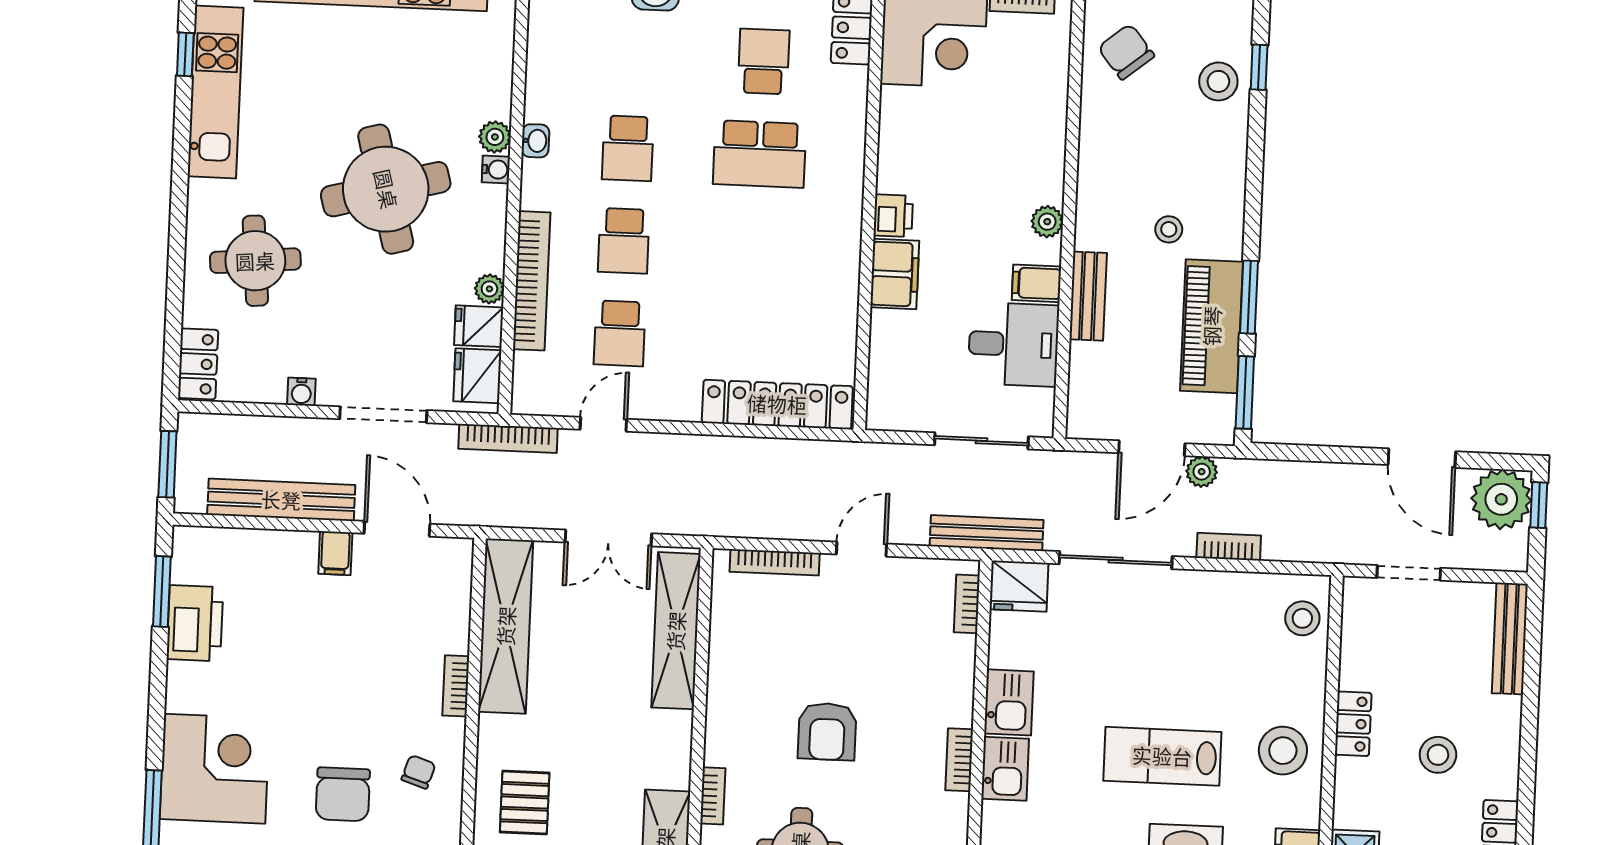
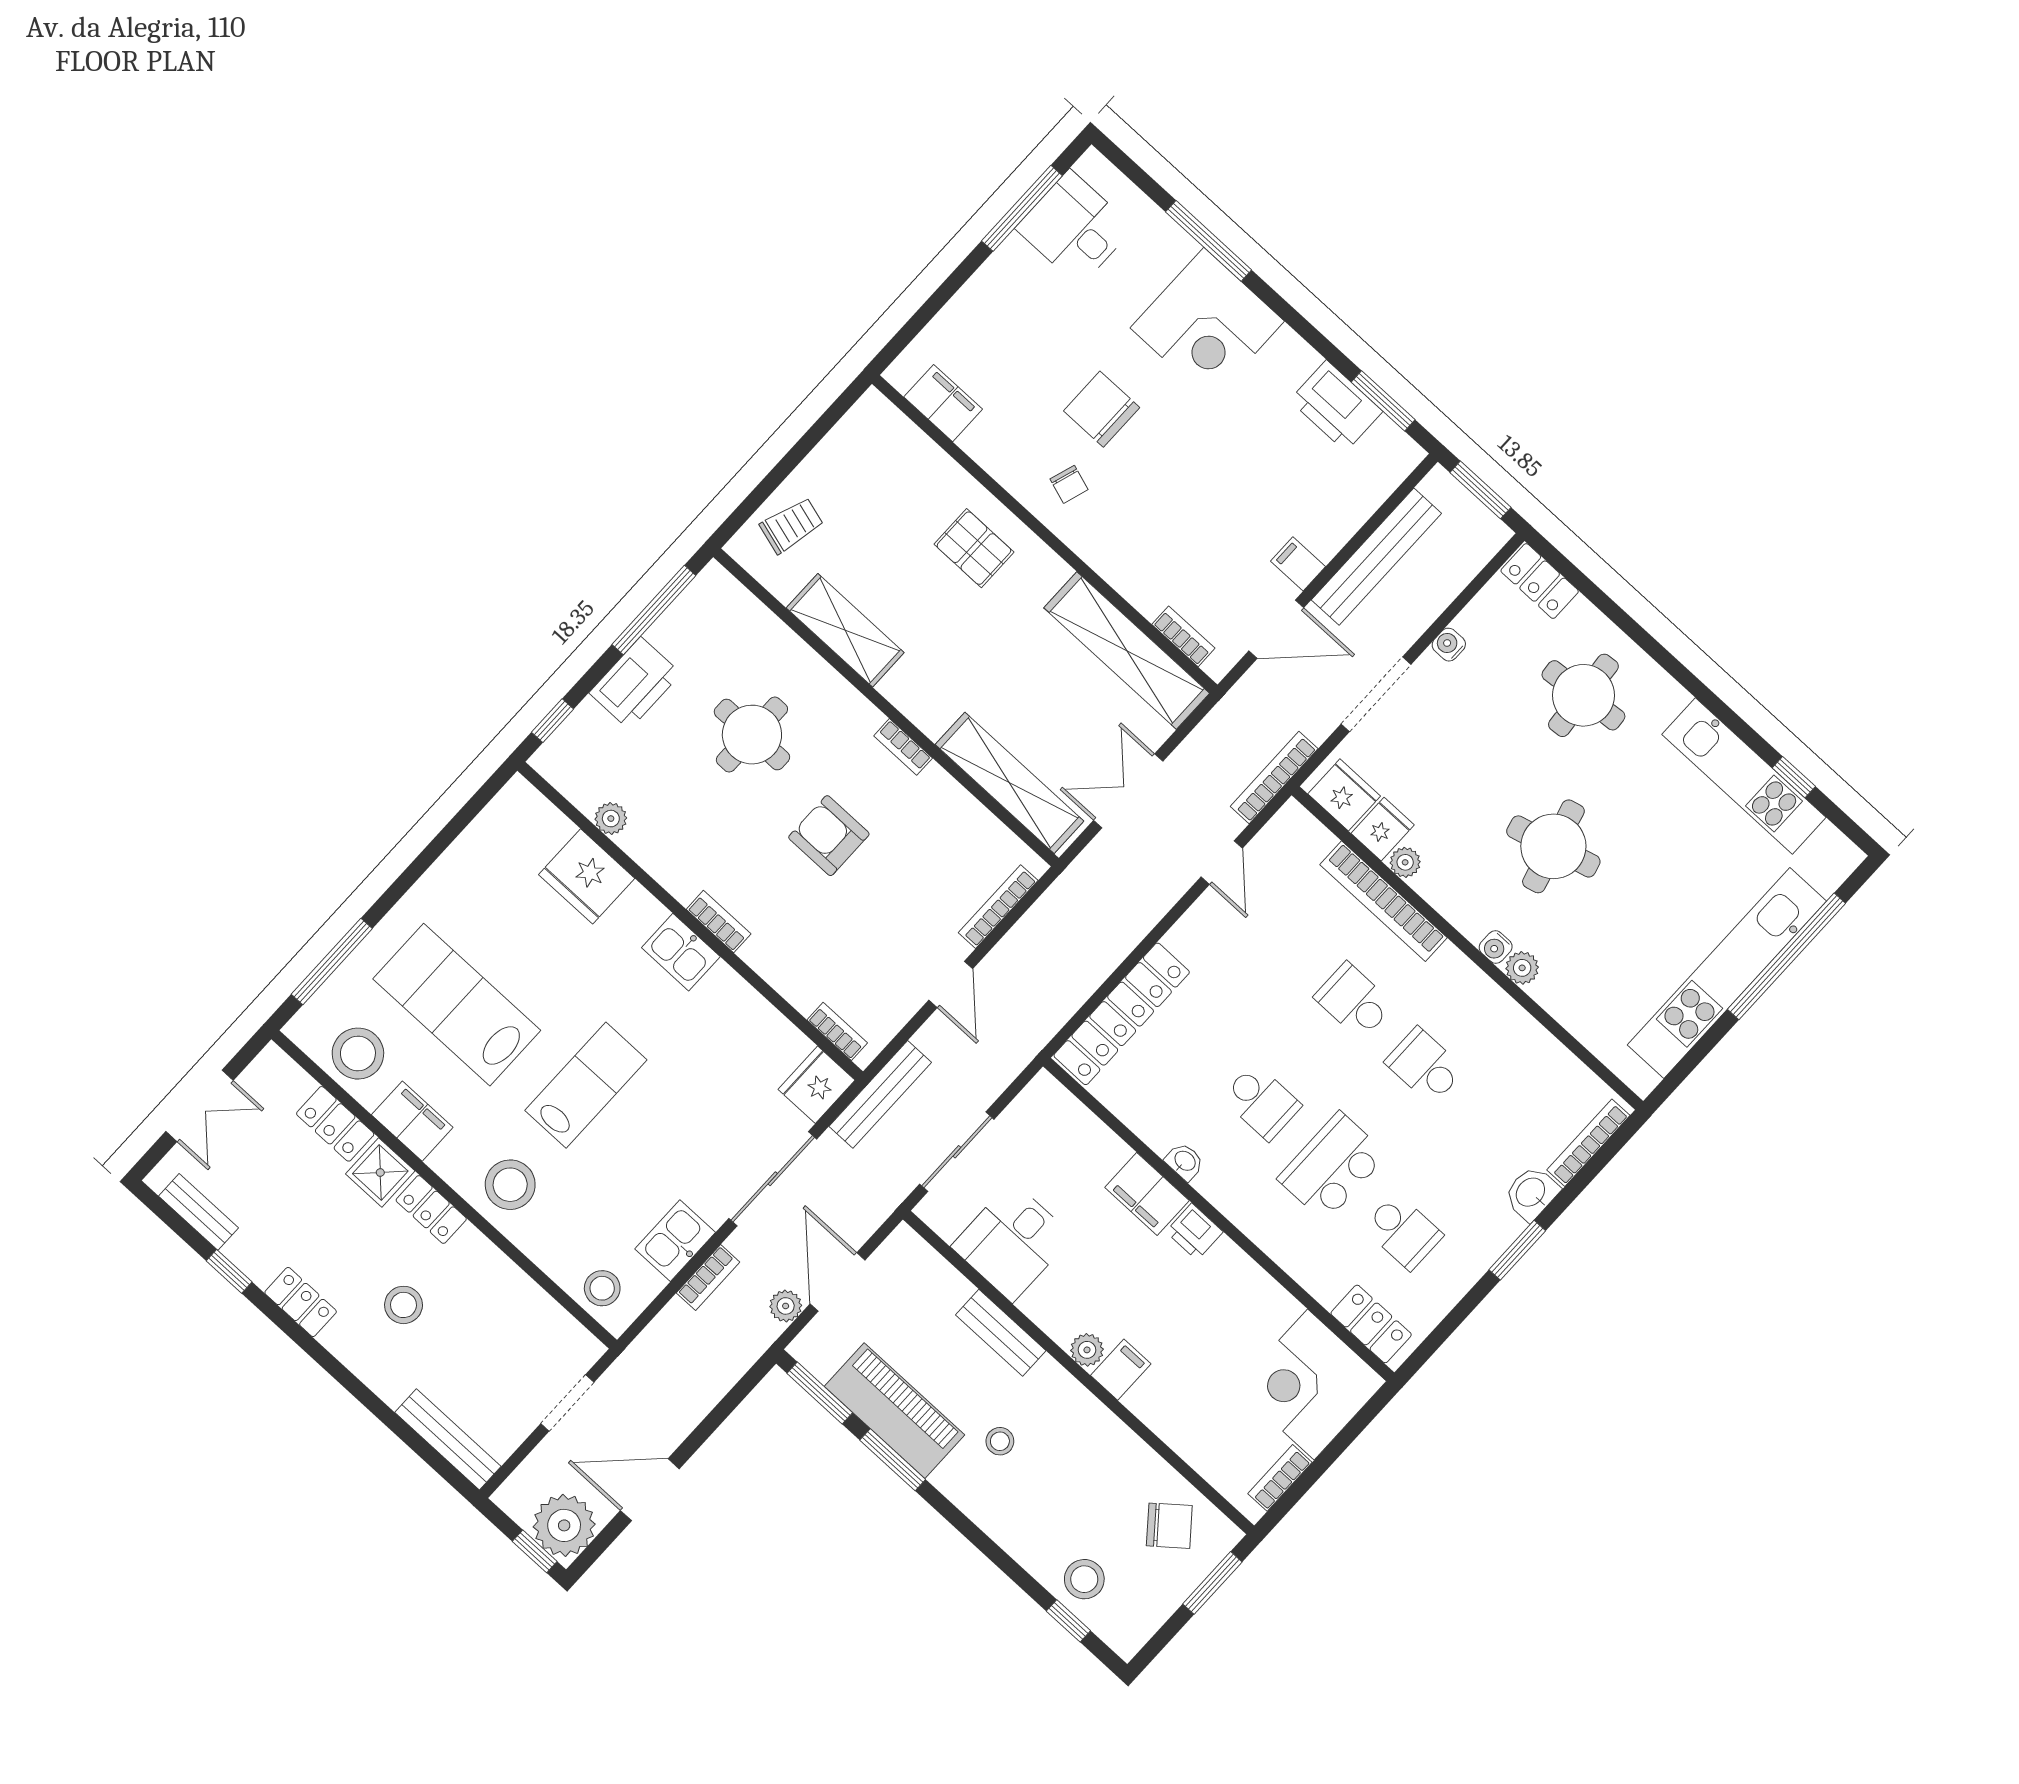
washbasin: (535, 141) -> (1185, 1161), moved, turned 180
round table: (386, 189) -> (1553, 846), width x0.73, depth x0.73
filing cabinet: (1037, 283) -> (1121, 1370), moved
school desk: (620, 333) -> (1262, 1102), moved, turned 180
bookcase: (456, 686) -> (1183, 636), moved
kitchen sink: (1009, 702) -> (675, 1241), moved, turned 90
locker: (1353, 724) -> (431, 1209), moved
bookcase: (713, 796) -> (903, 747), moved

